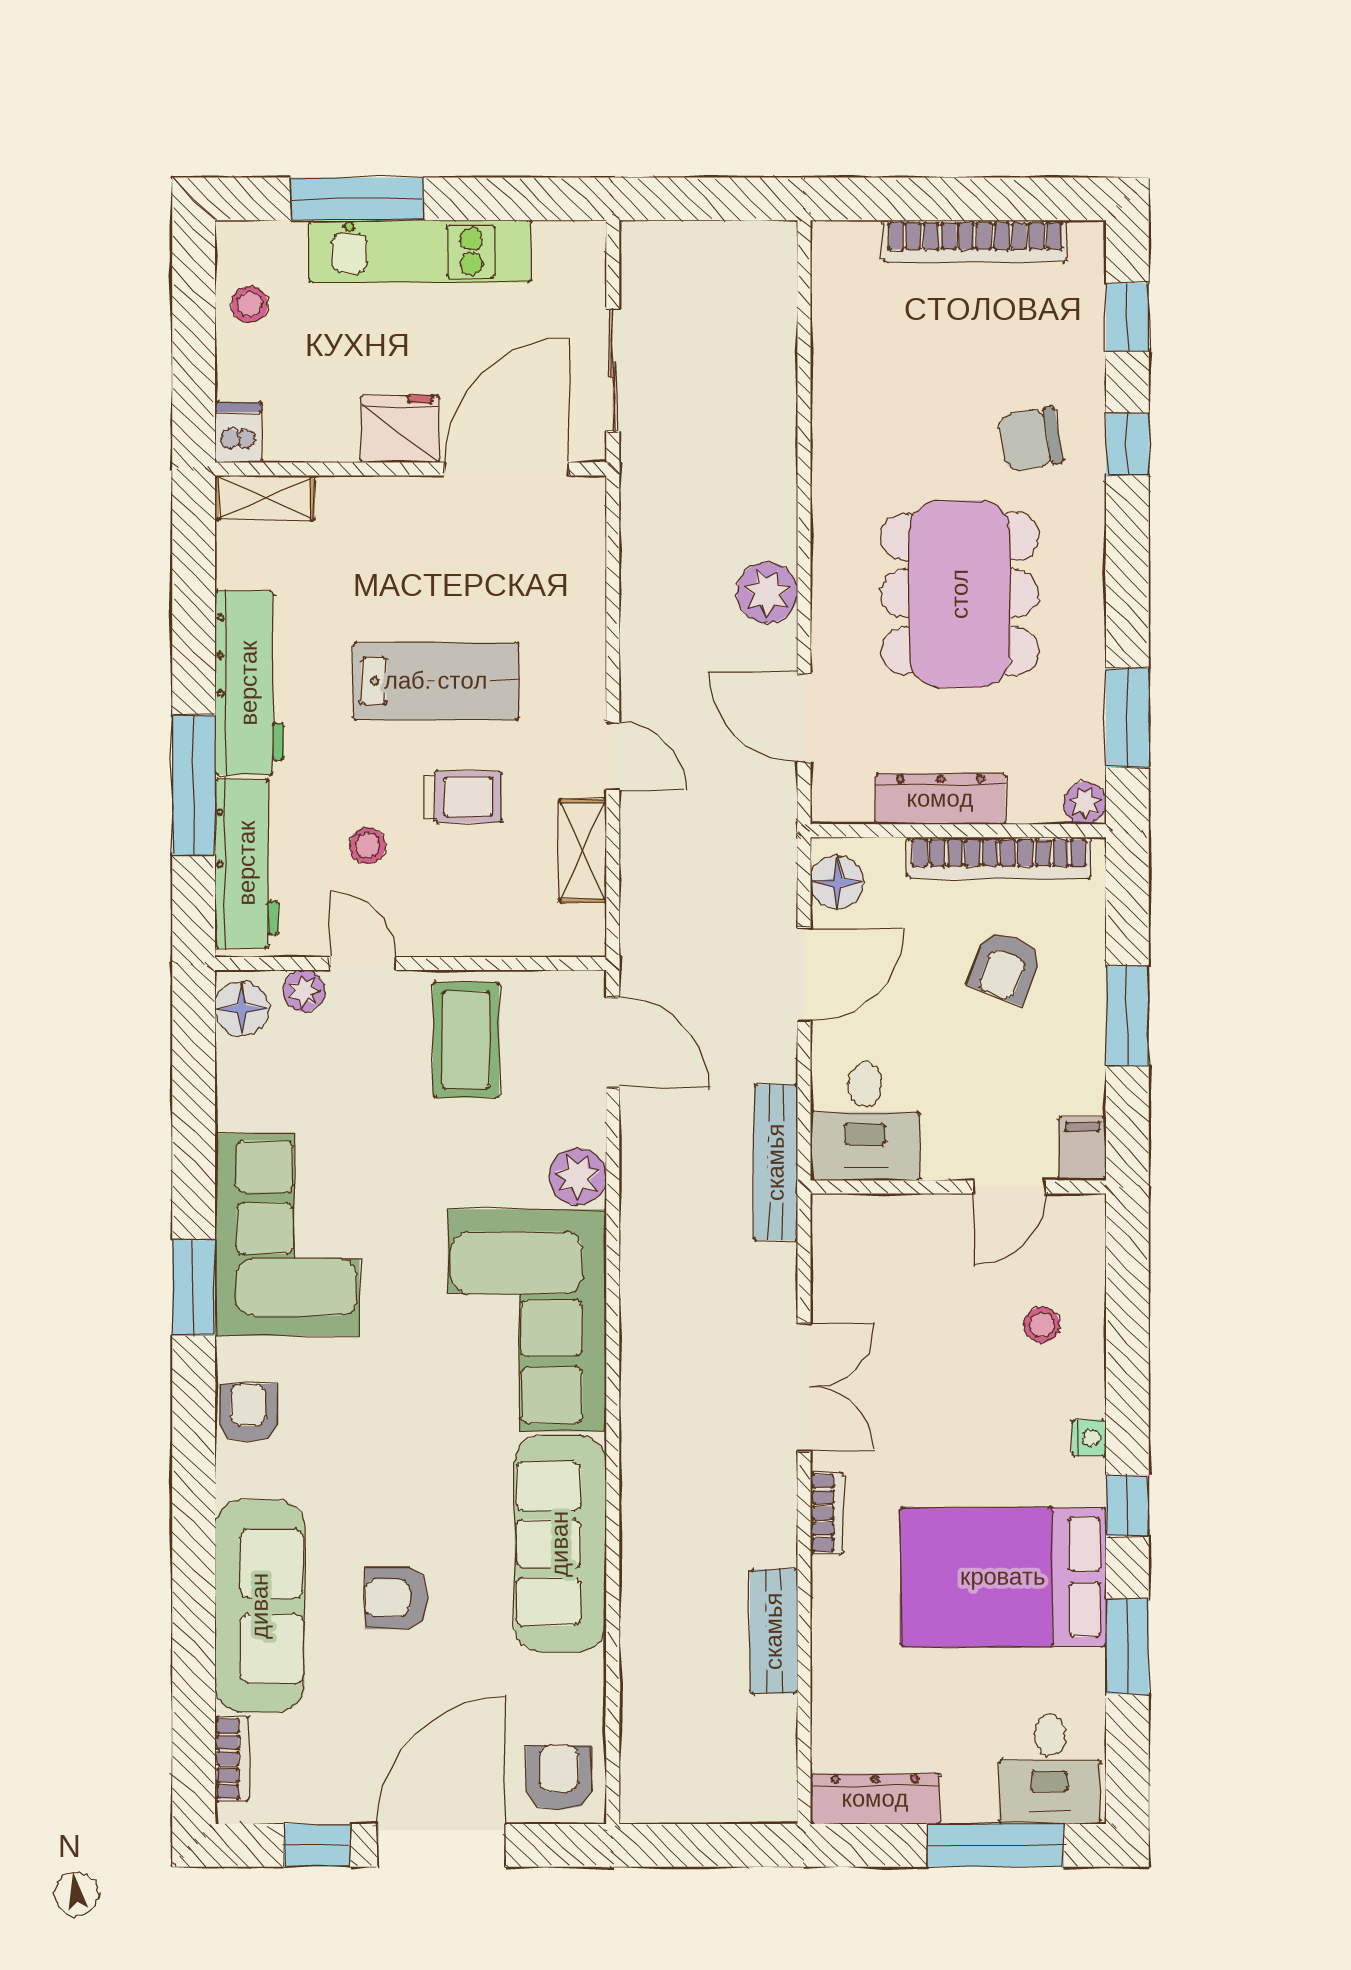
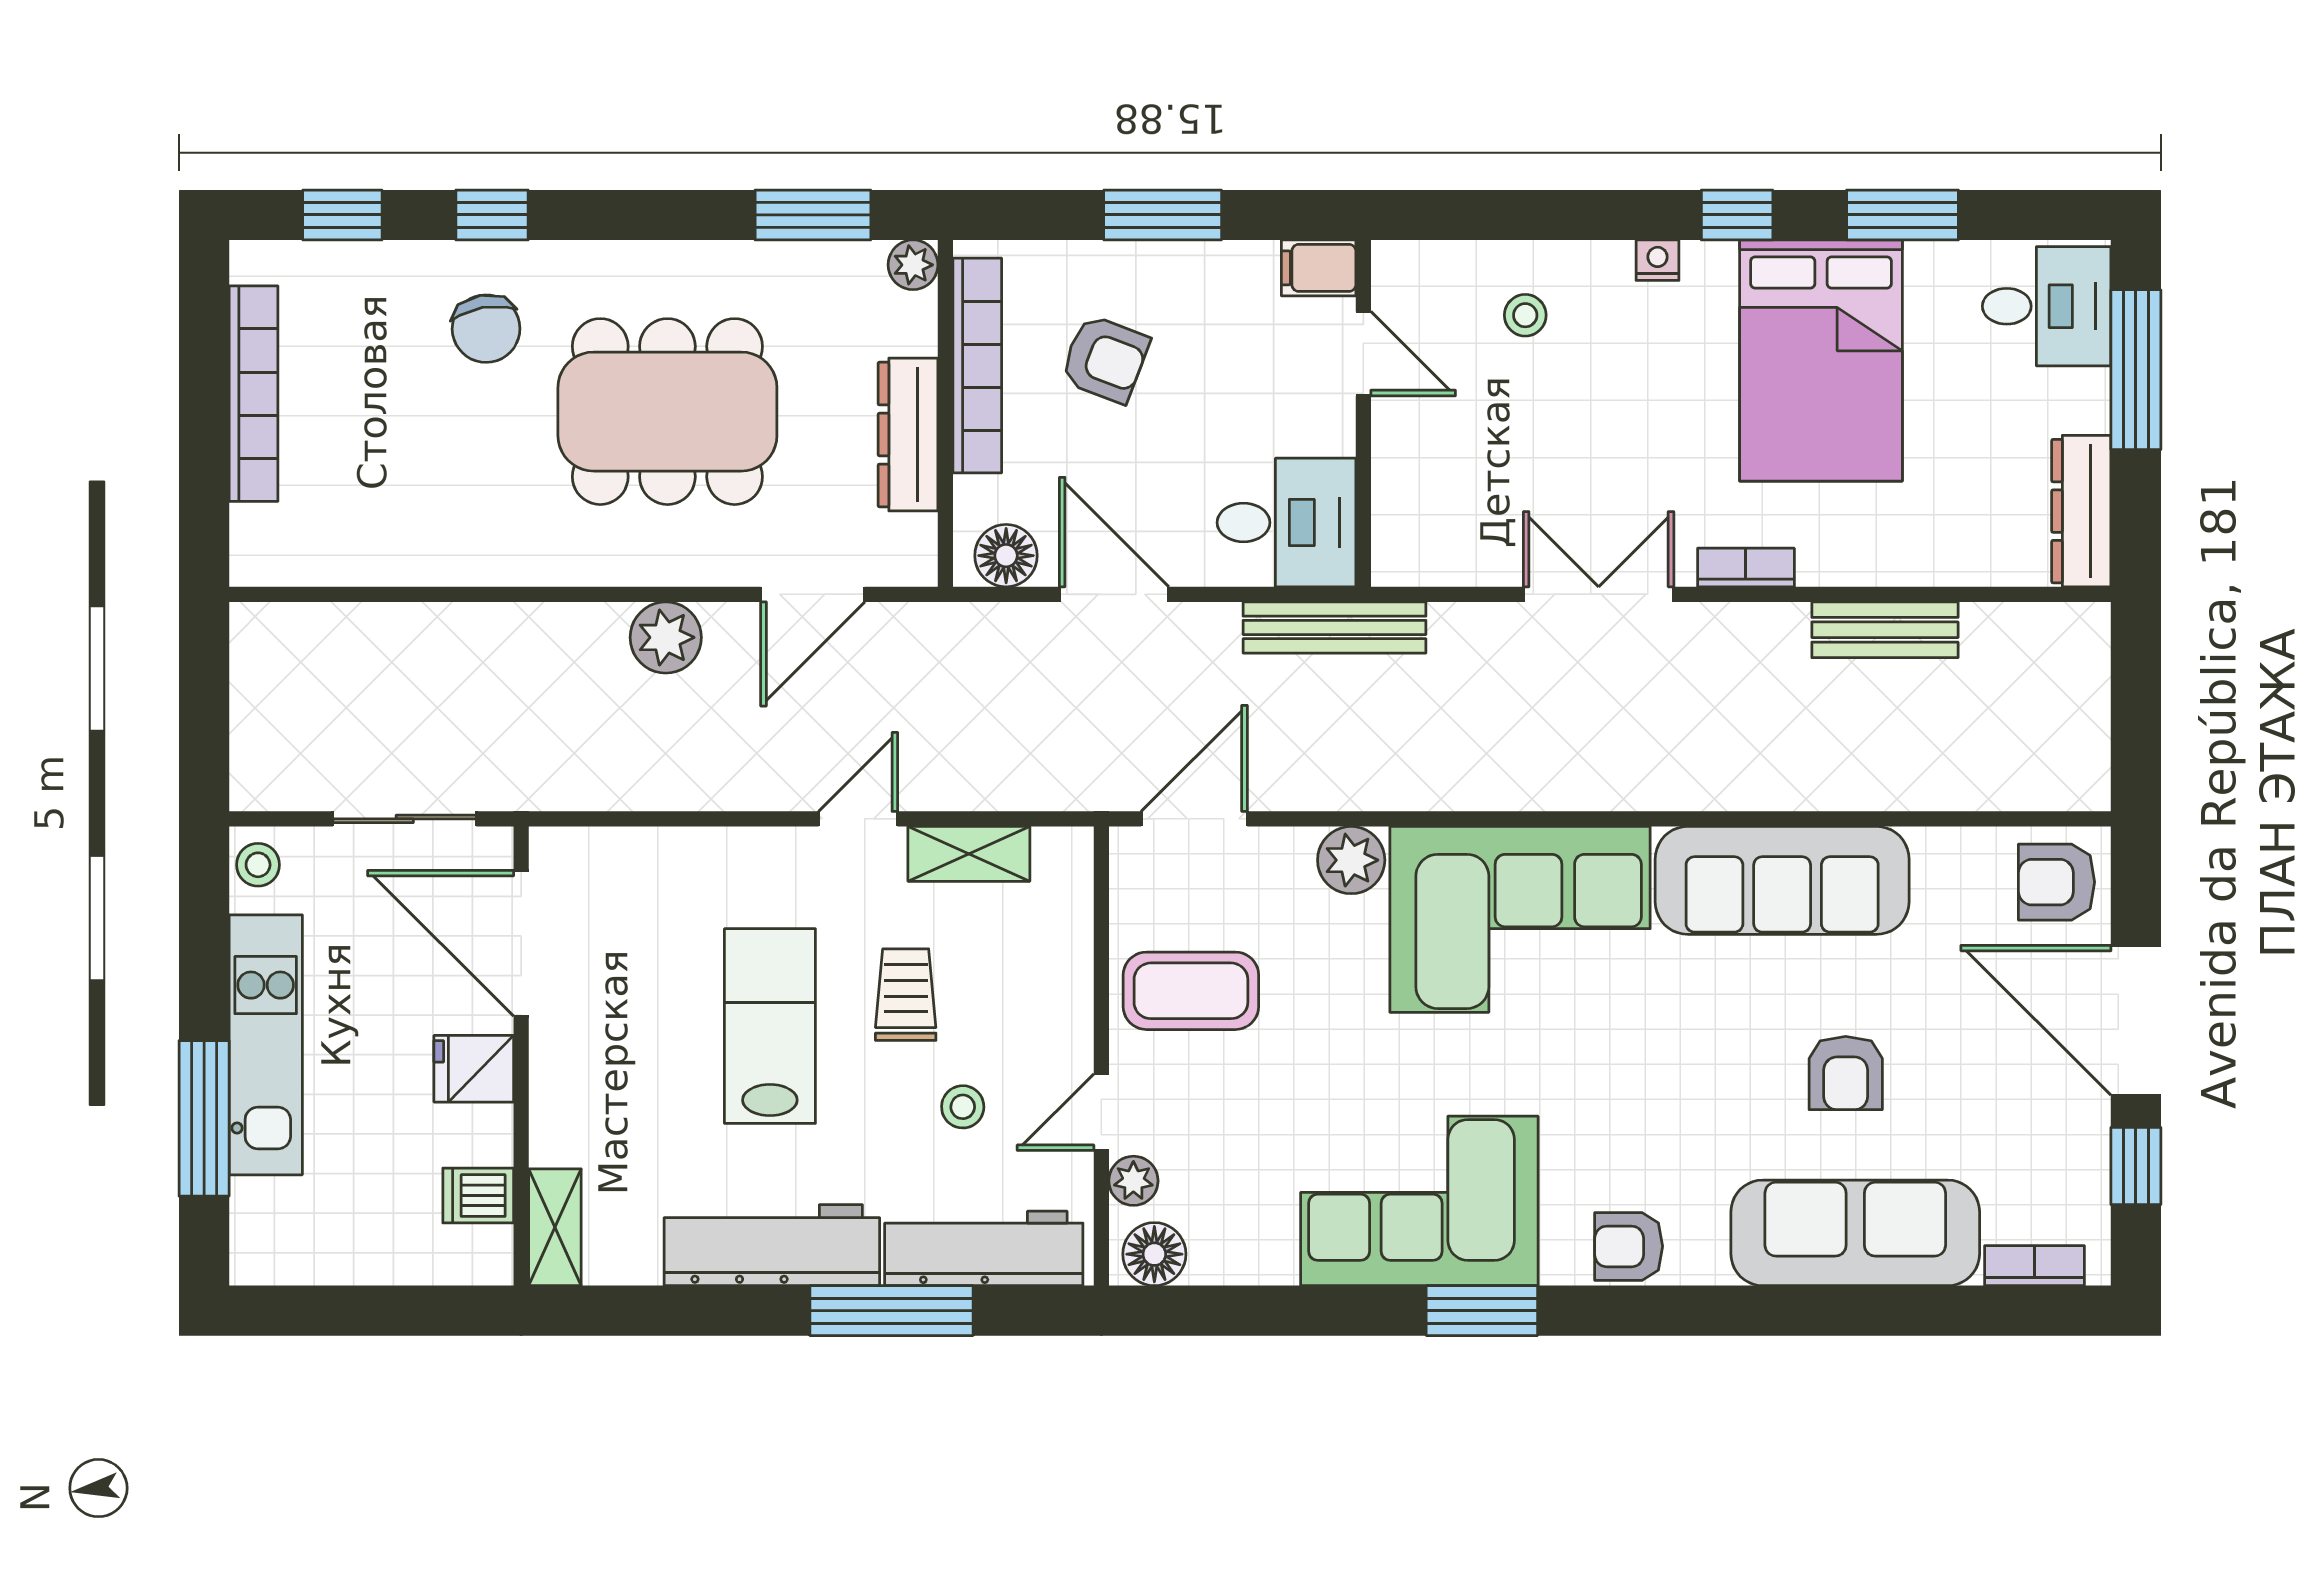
stool: (250, 304) -> (258, 865), moved
fridge: (400, 429) -> (474, 1069), width x0.72
dishwasher: (238, 433) -> (478, 1196), moved

